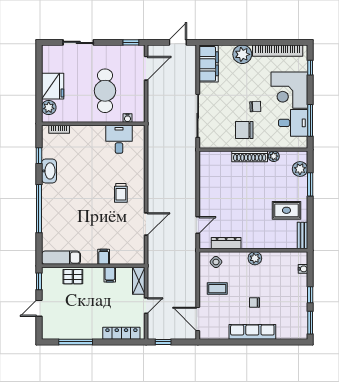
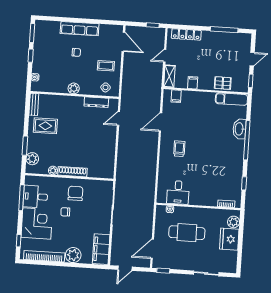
cafe table: (105, 91) -> (187, 233), turned 90
chair: (244, 130) -> (75, 193), turned -90
washbasin: (49, 171) -> (239, 129), moved
filing cabinet: (104, 257) -> (176, 96), moved

